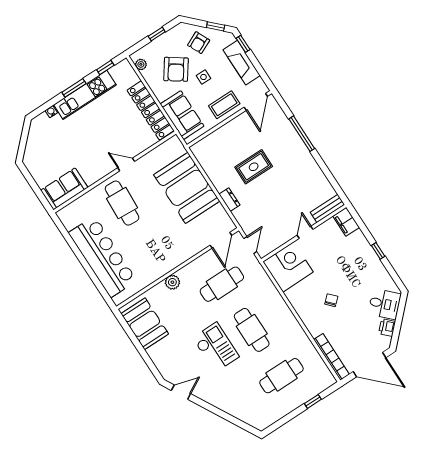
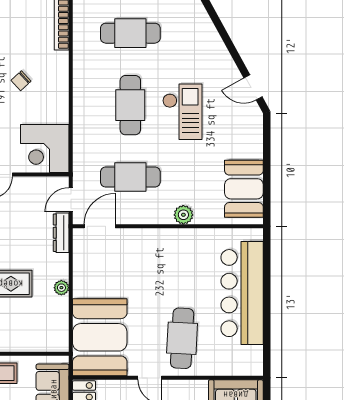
plant: (220, 185) -> (61, 288), added
booth: (187, 188) -> (100, 337), moved
dresser: (229, 200) -> (61, 233), moved, width x1.44
checkout: (216, 347) -> (182, 112), turned 180

